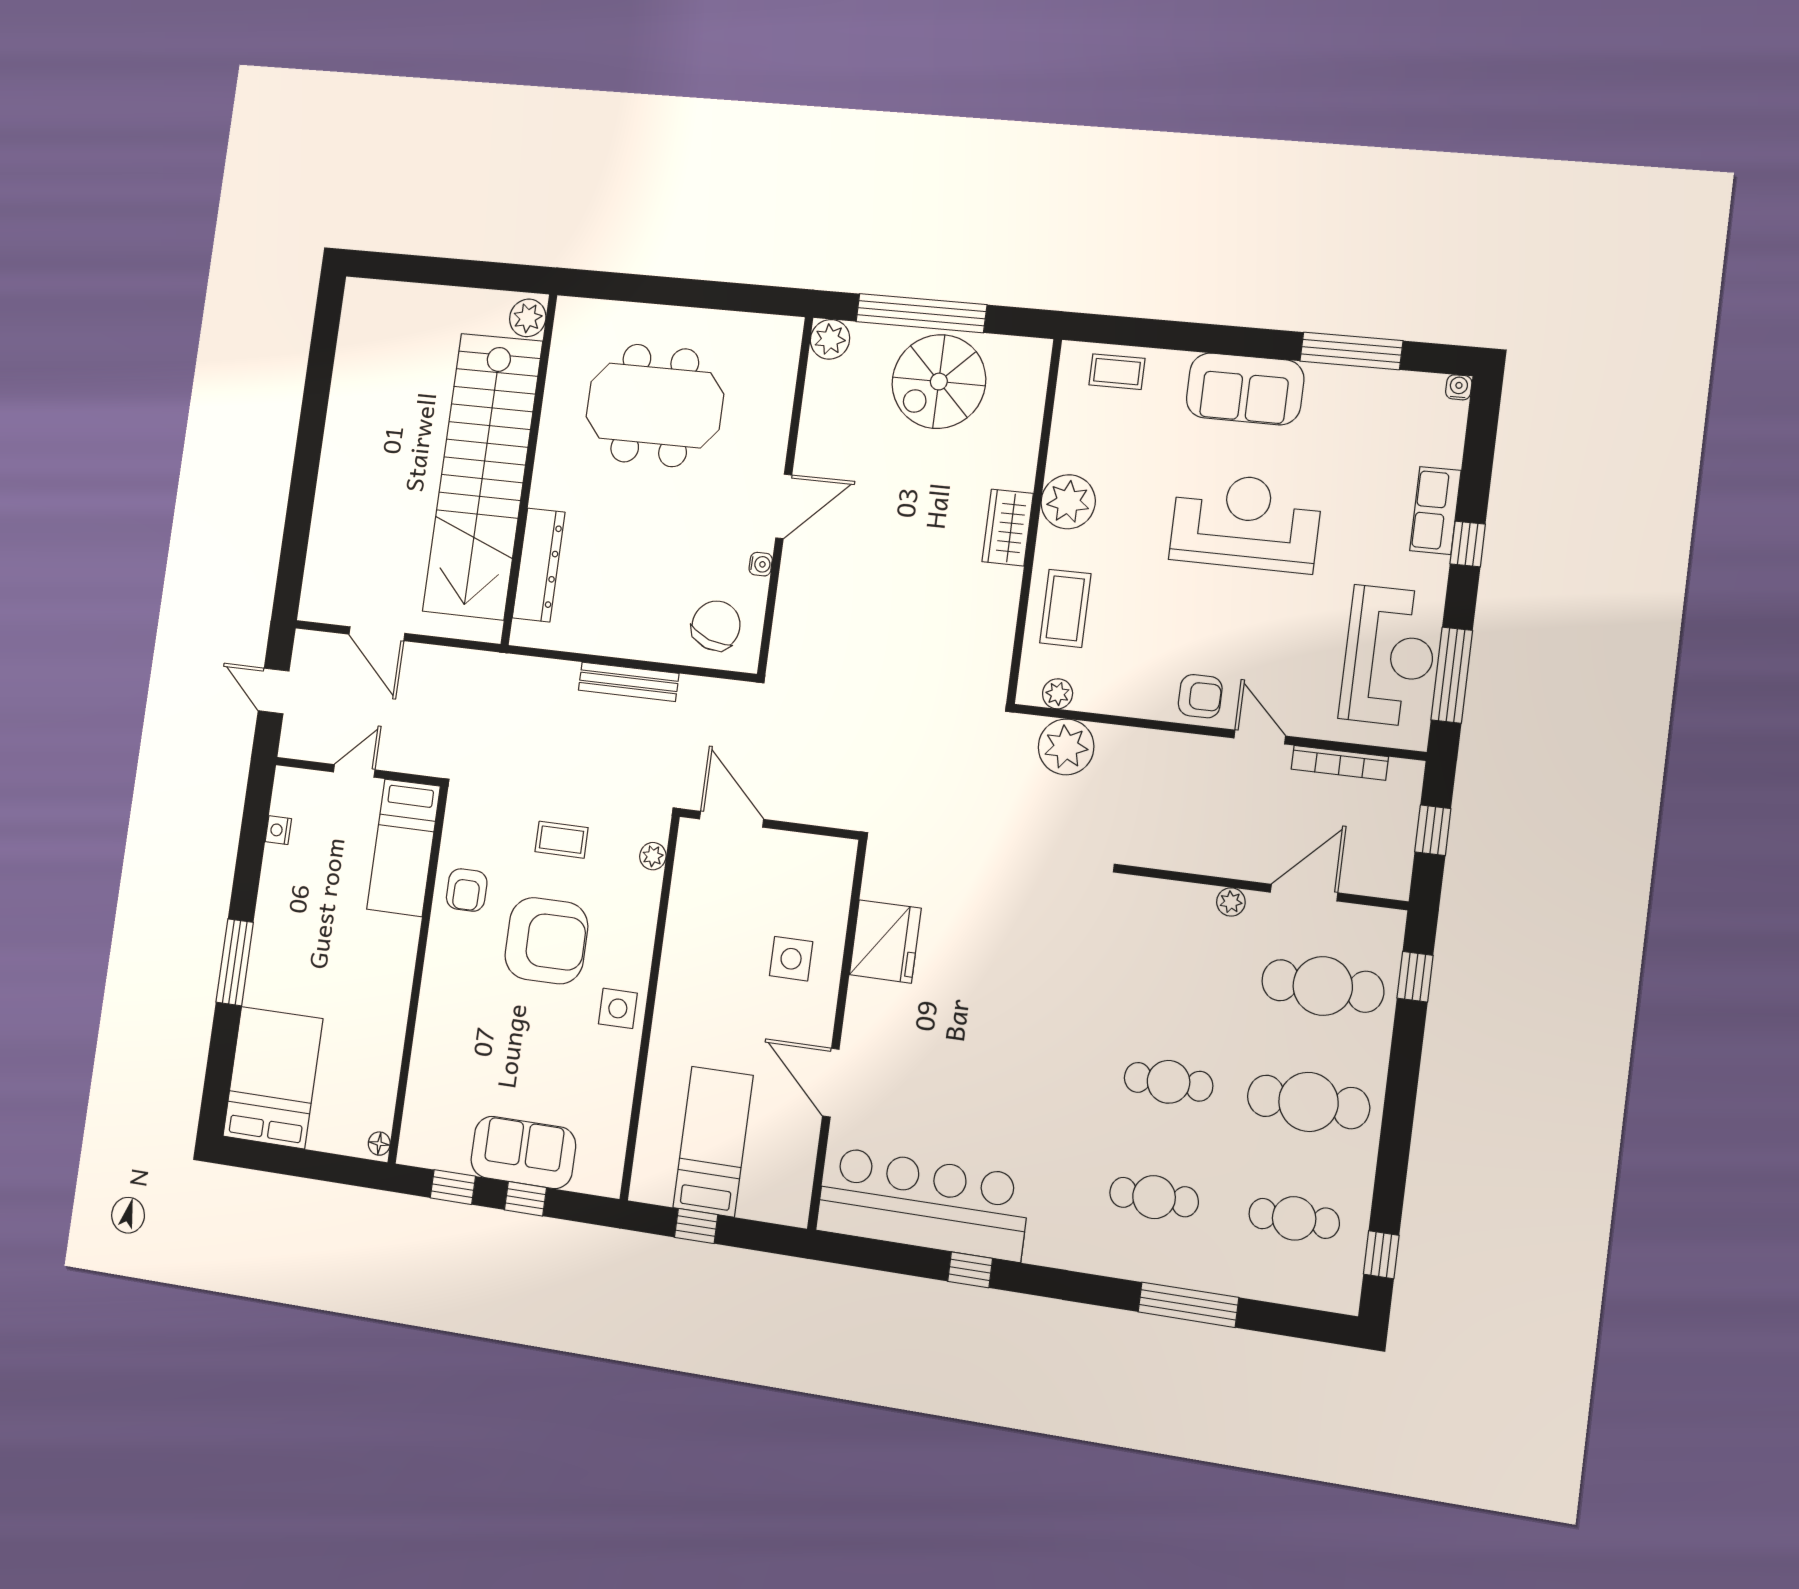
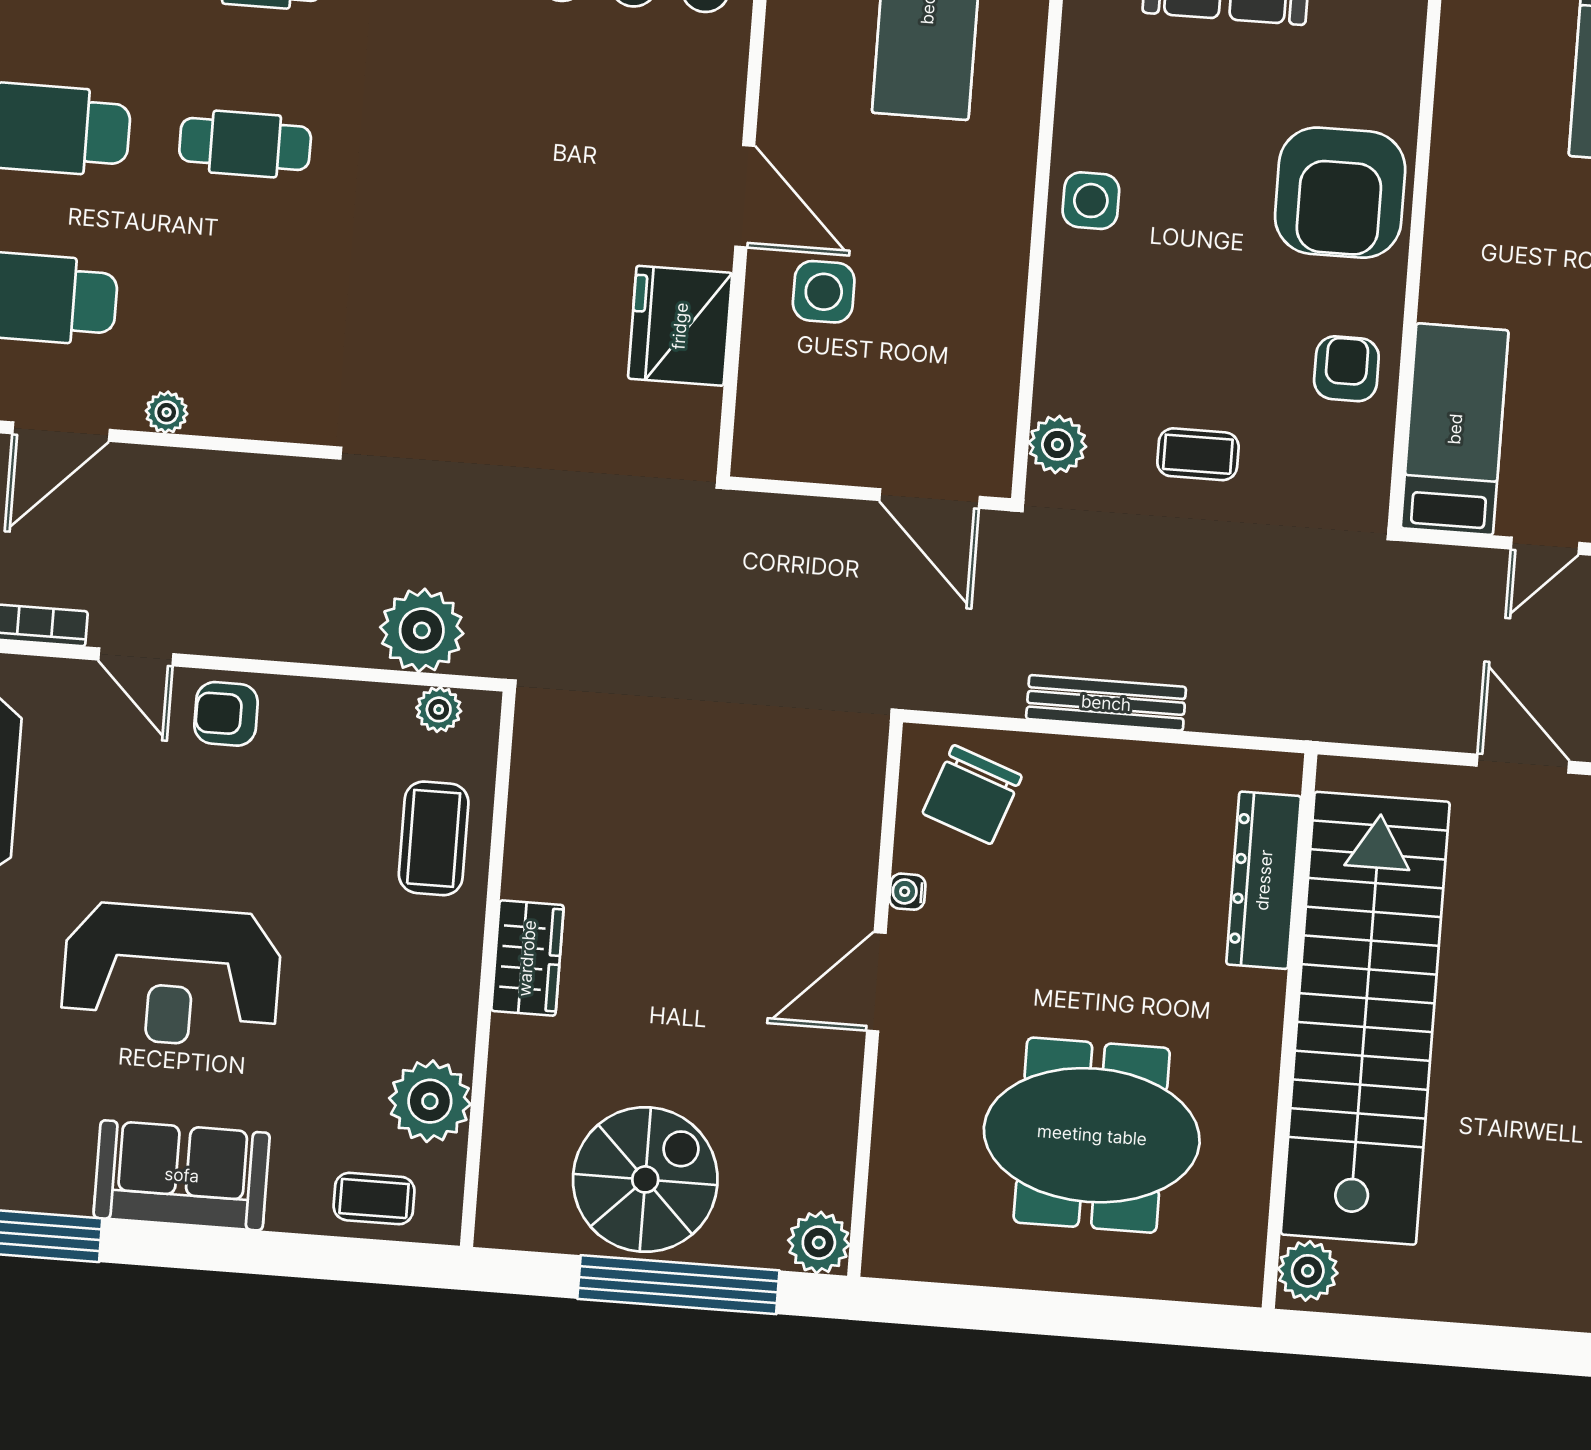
plant: (1068, 502) -> (430, 1101), moved
plant: (653, 856) -> (1057, 444), width x1.38, depth x1.38
armchair: (546, 941) -> (1340, 193), moved, turned -90
door: (831, 1083) -> (745, 196), moved

